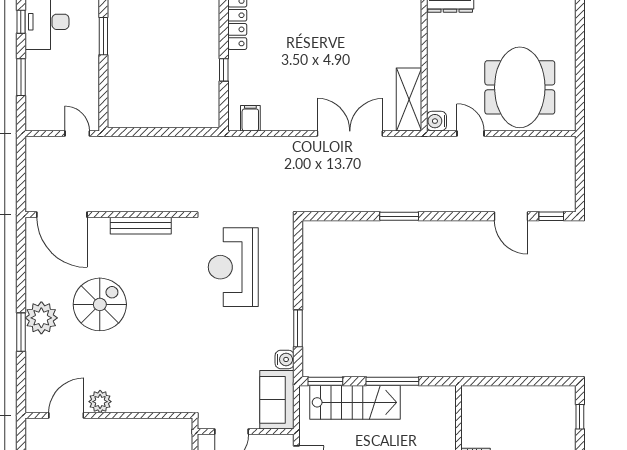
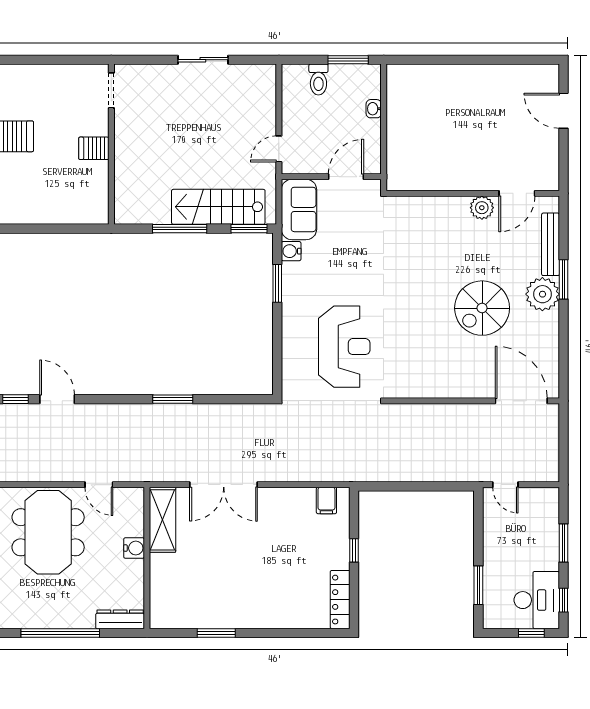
water cooler: (437, 121) -> (134, 548), moved
bench: (141, 226) -> (551, 244), moved, turned 90

